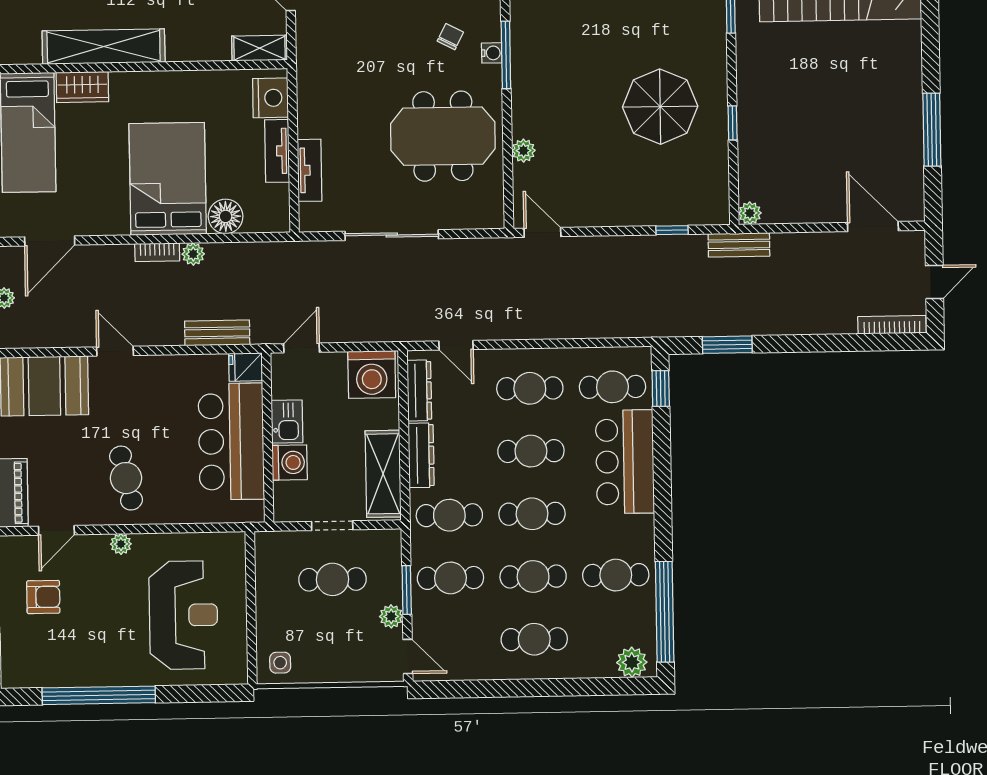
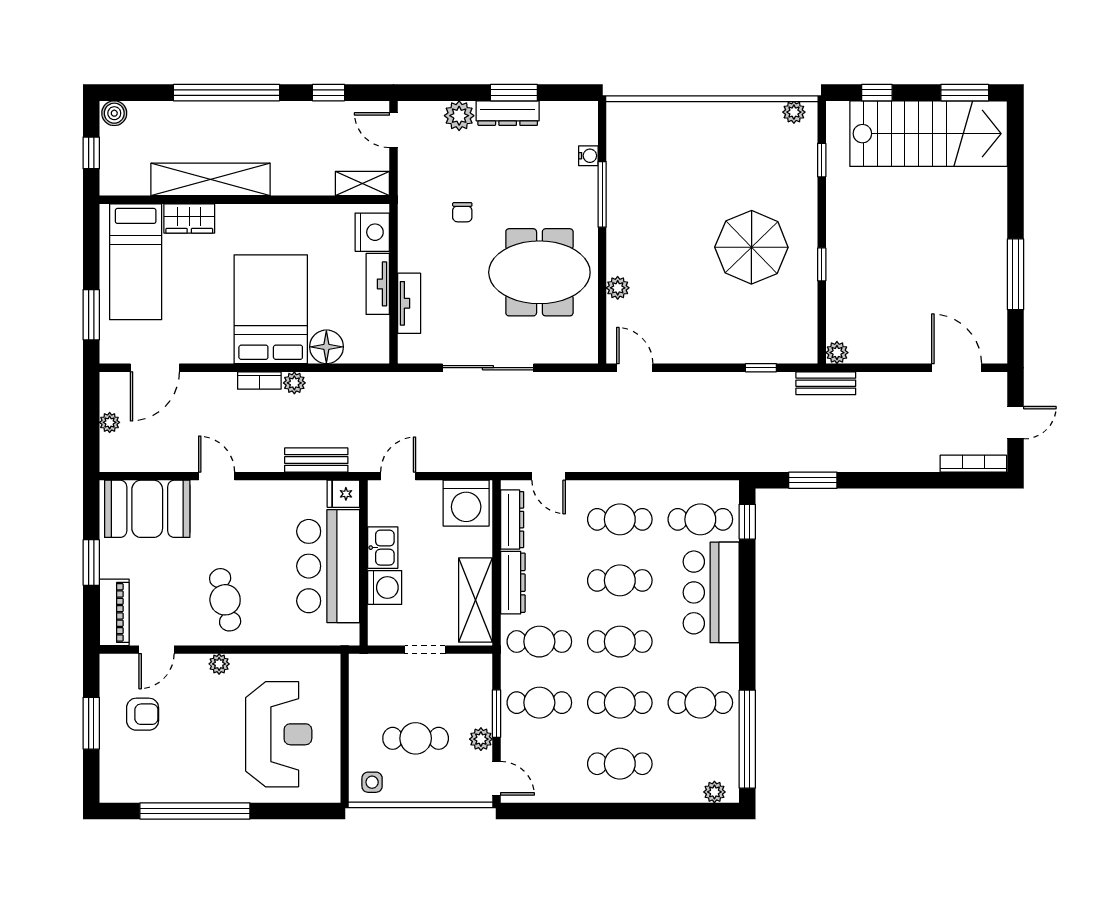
chair: (450, 37) -> (462, 212), moved, turned 153
water cooler: (492, 53) -> (588, 156), moved
cafe table: (333, 579) -> (416, 738), moved
plant: (632, 662) -> (714, 792), width x0.73, depth x0.73

